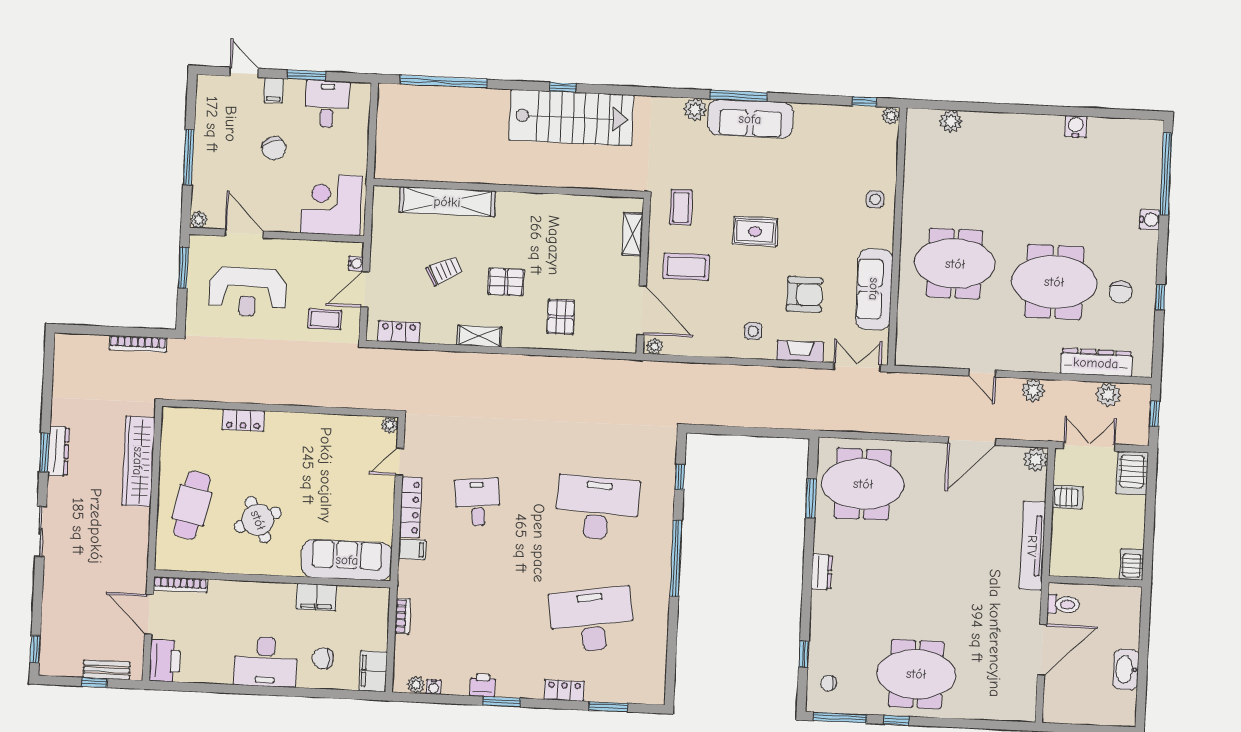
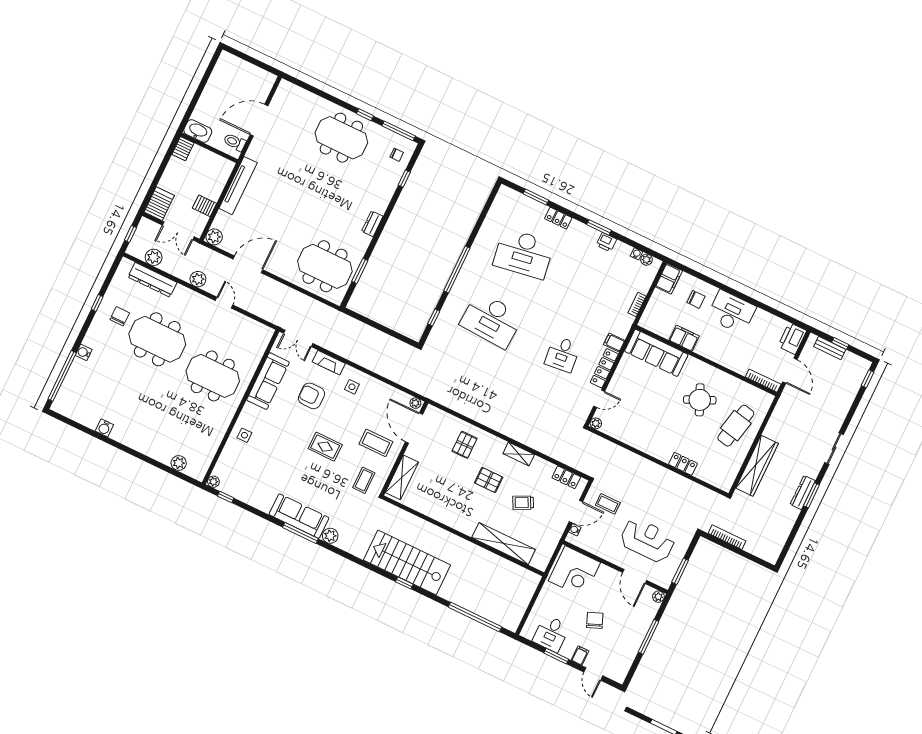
shelving: (632, 234) -> (402, 477), width x1.50, depth x1.33
washbasin: (1126, 669) -> (198, 131), moved, turned -90

